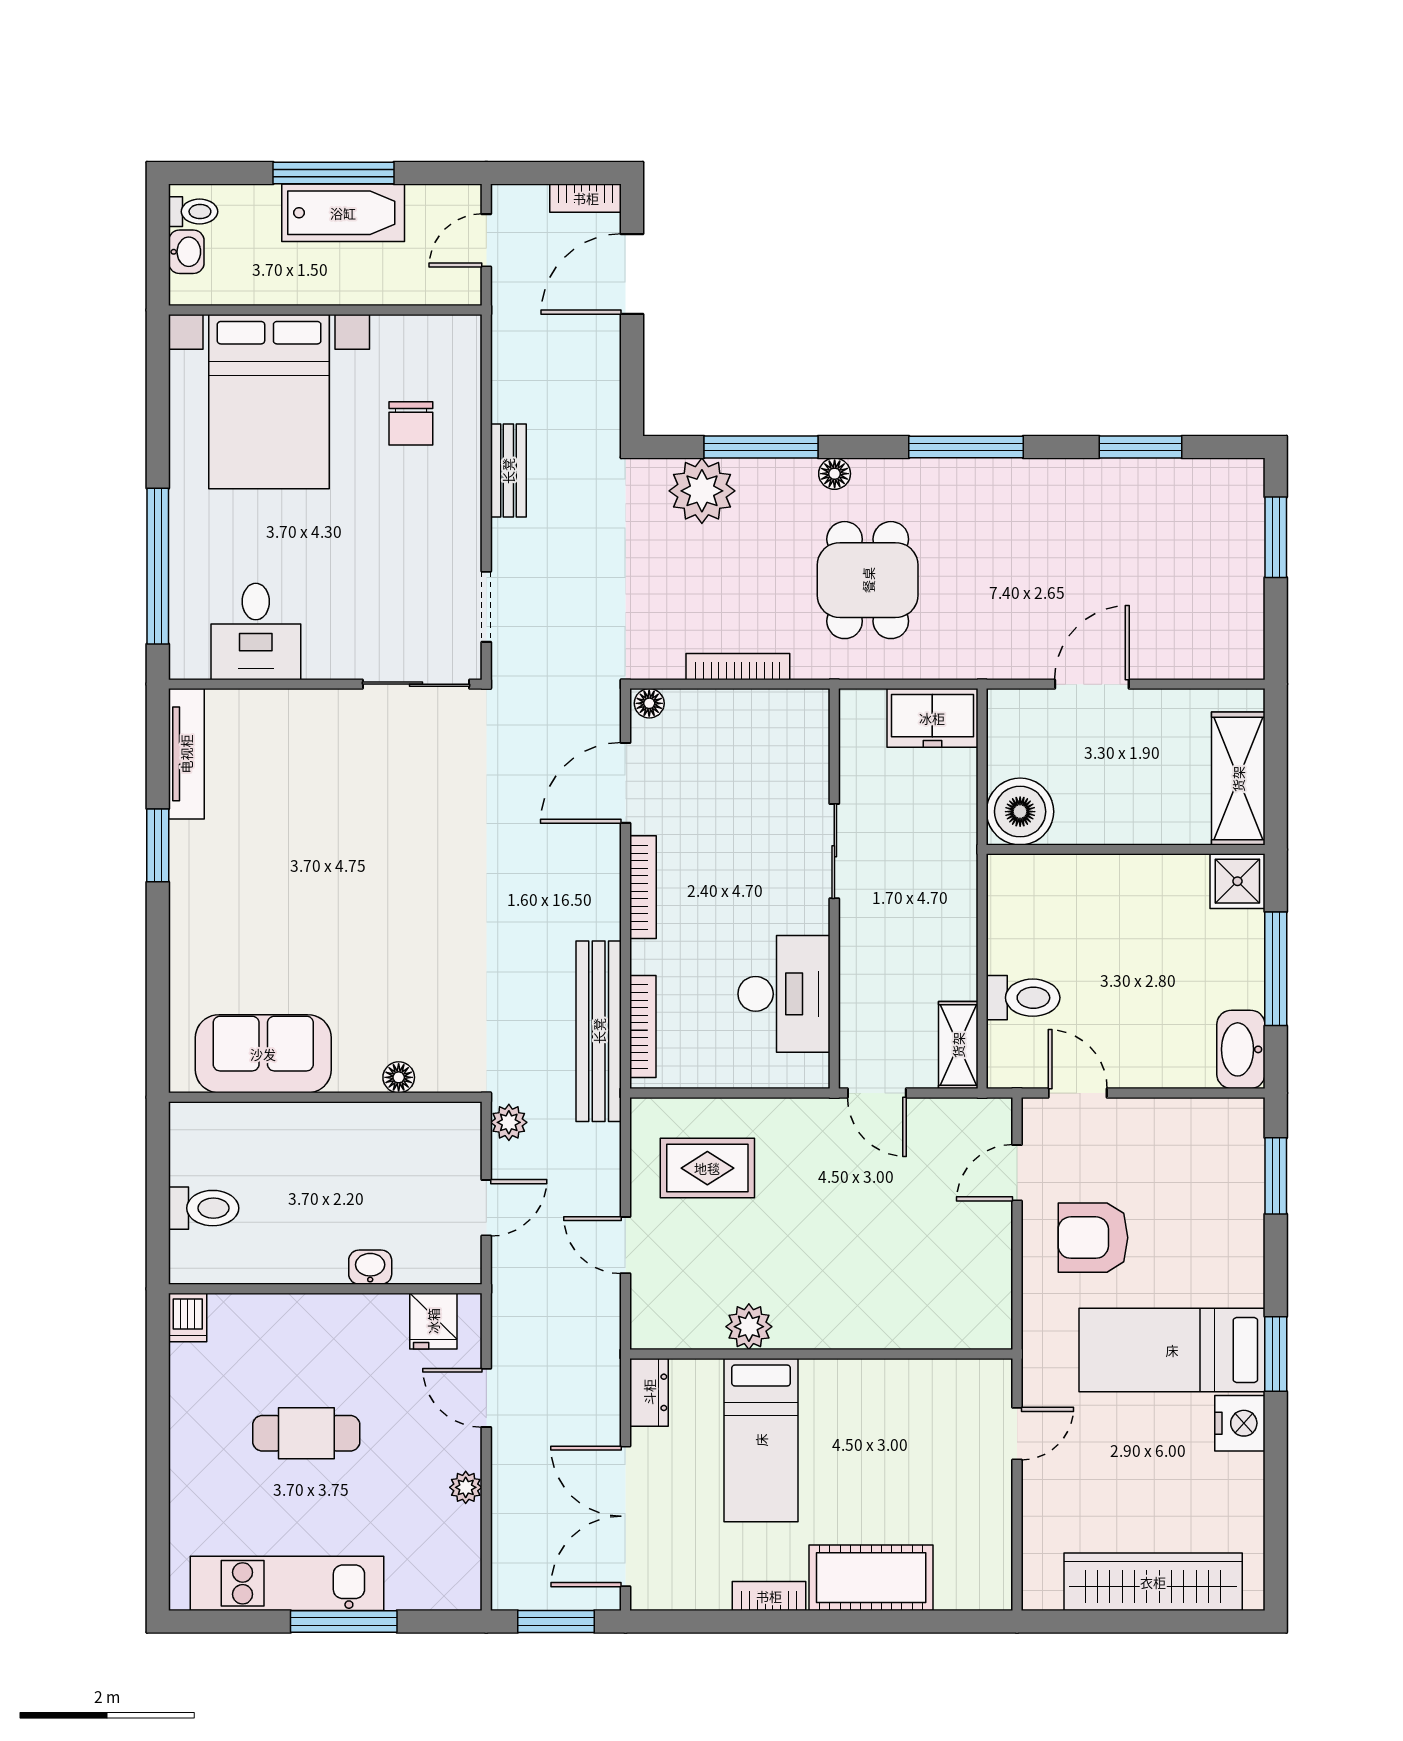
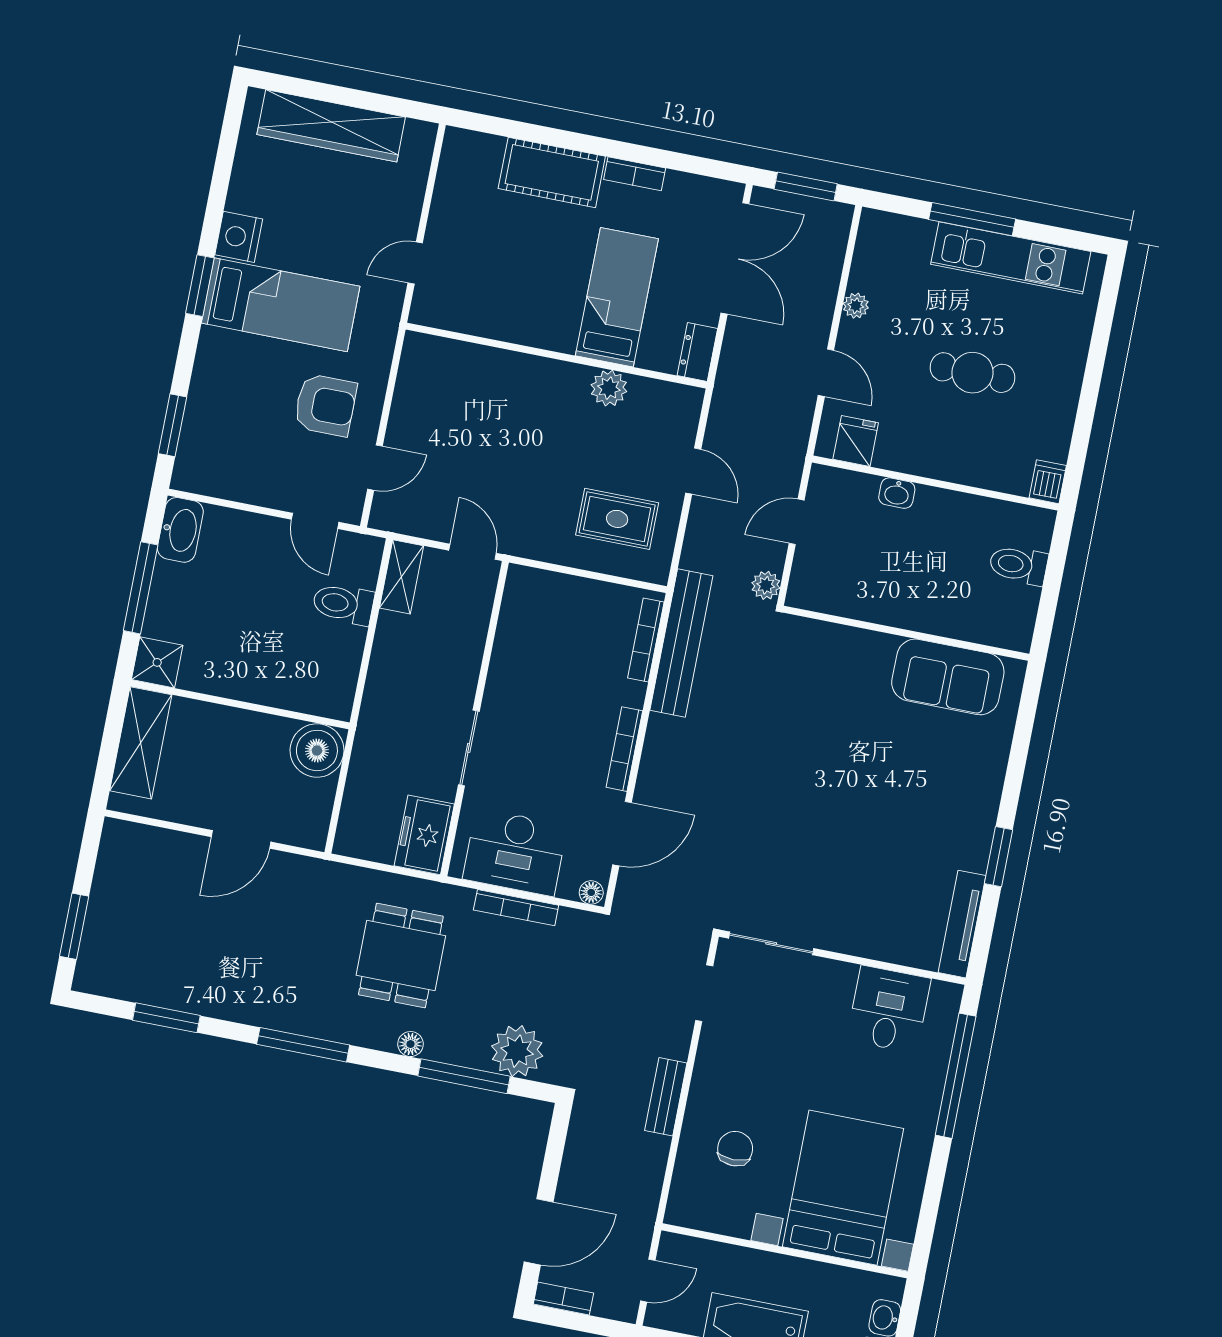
freezer: (932, 718) -> (424, 835), moved, turned -90
desk: (784, 994) -> (515, 852), moved, turned -90
floor lamp: (399, 1077) -> (845, 638), removed

